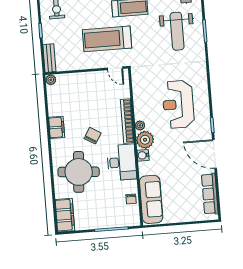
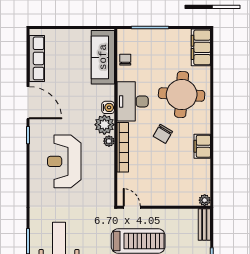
reception desk: (178, 104) -> (64, 161), turned 180

